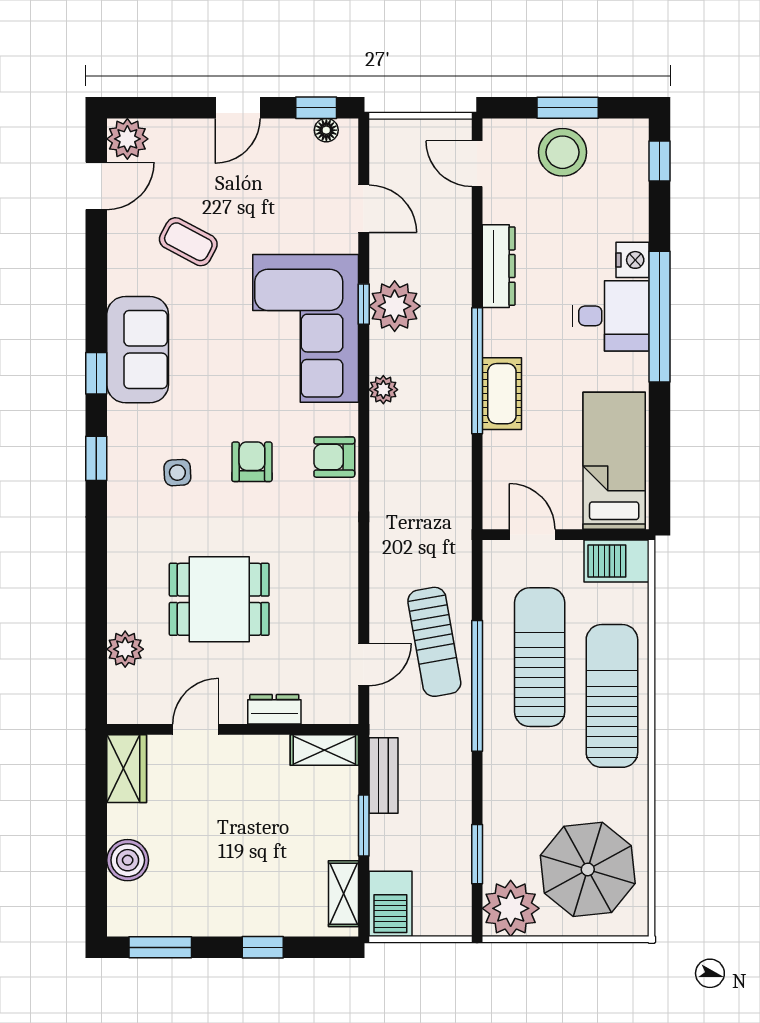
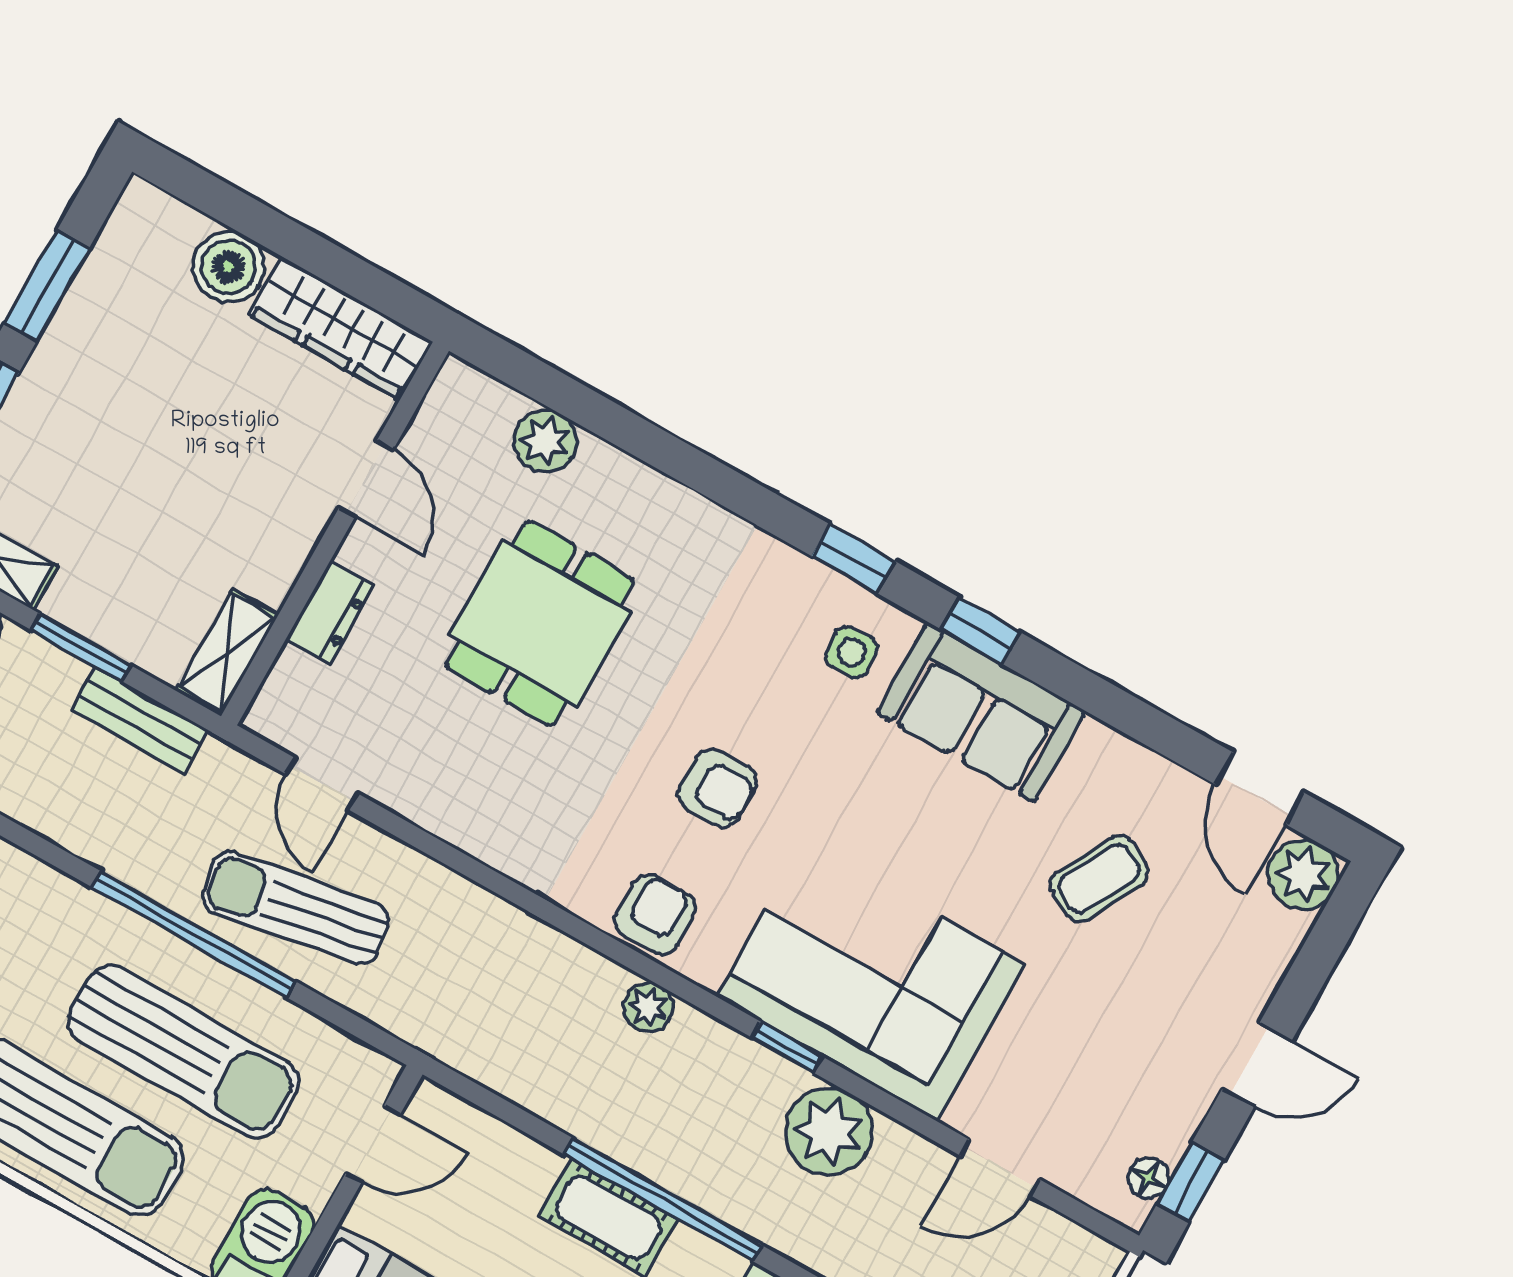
door: (238, 108) -> (1257, 1065), swing flipped
window: (364, 304) -> (787, 1047), moved
plant: (383, 390) -> (648, 1007), moved
side table: (177, 473) -> (852, 652), moved
wardrobe: (127, 769) -> (341, 328), width x1.50
window: (160, 947) -> (47, 286), moved

